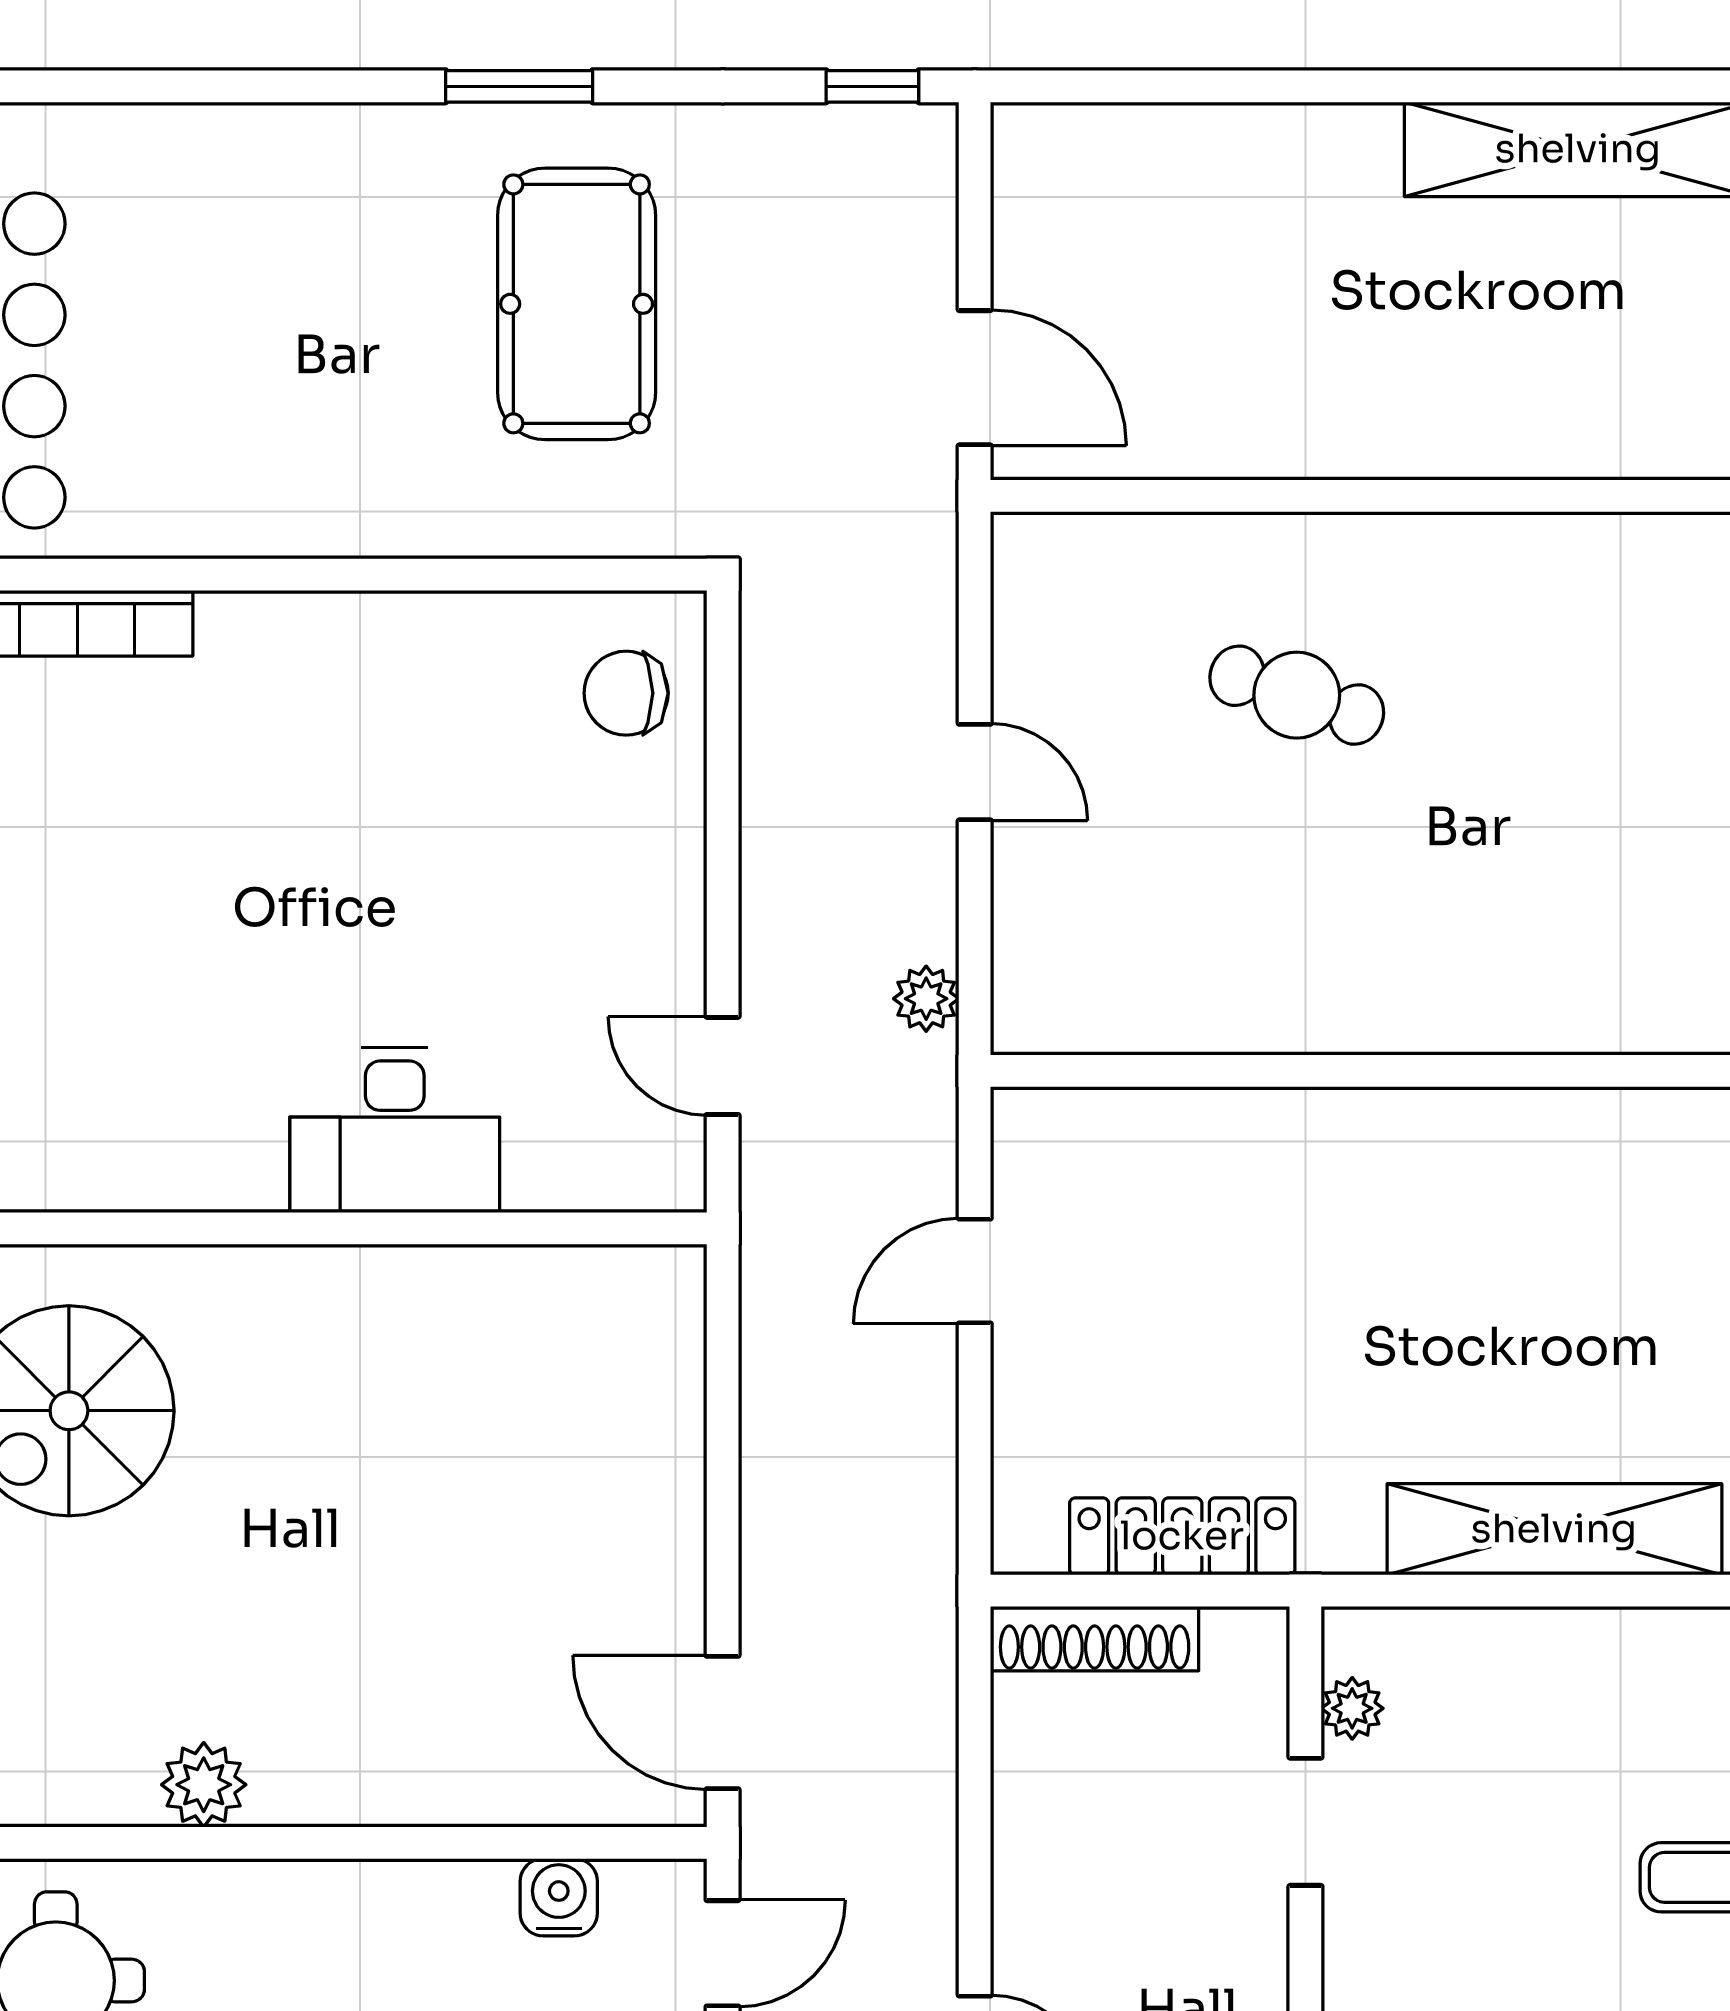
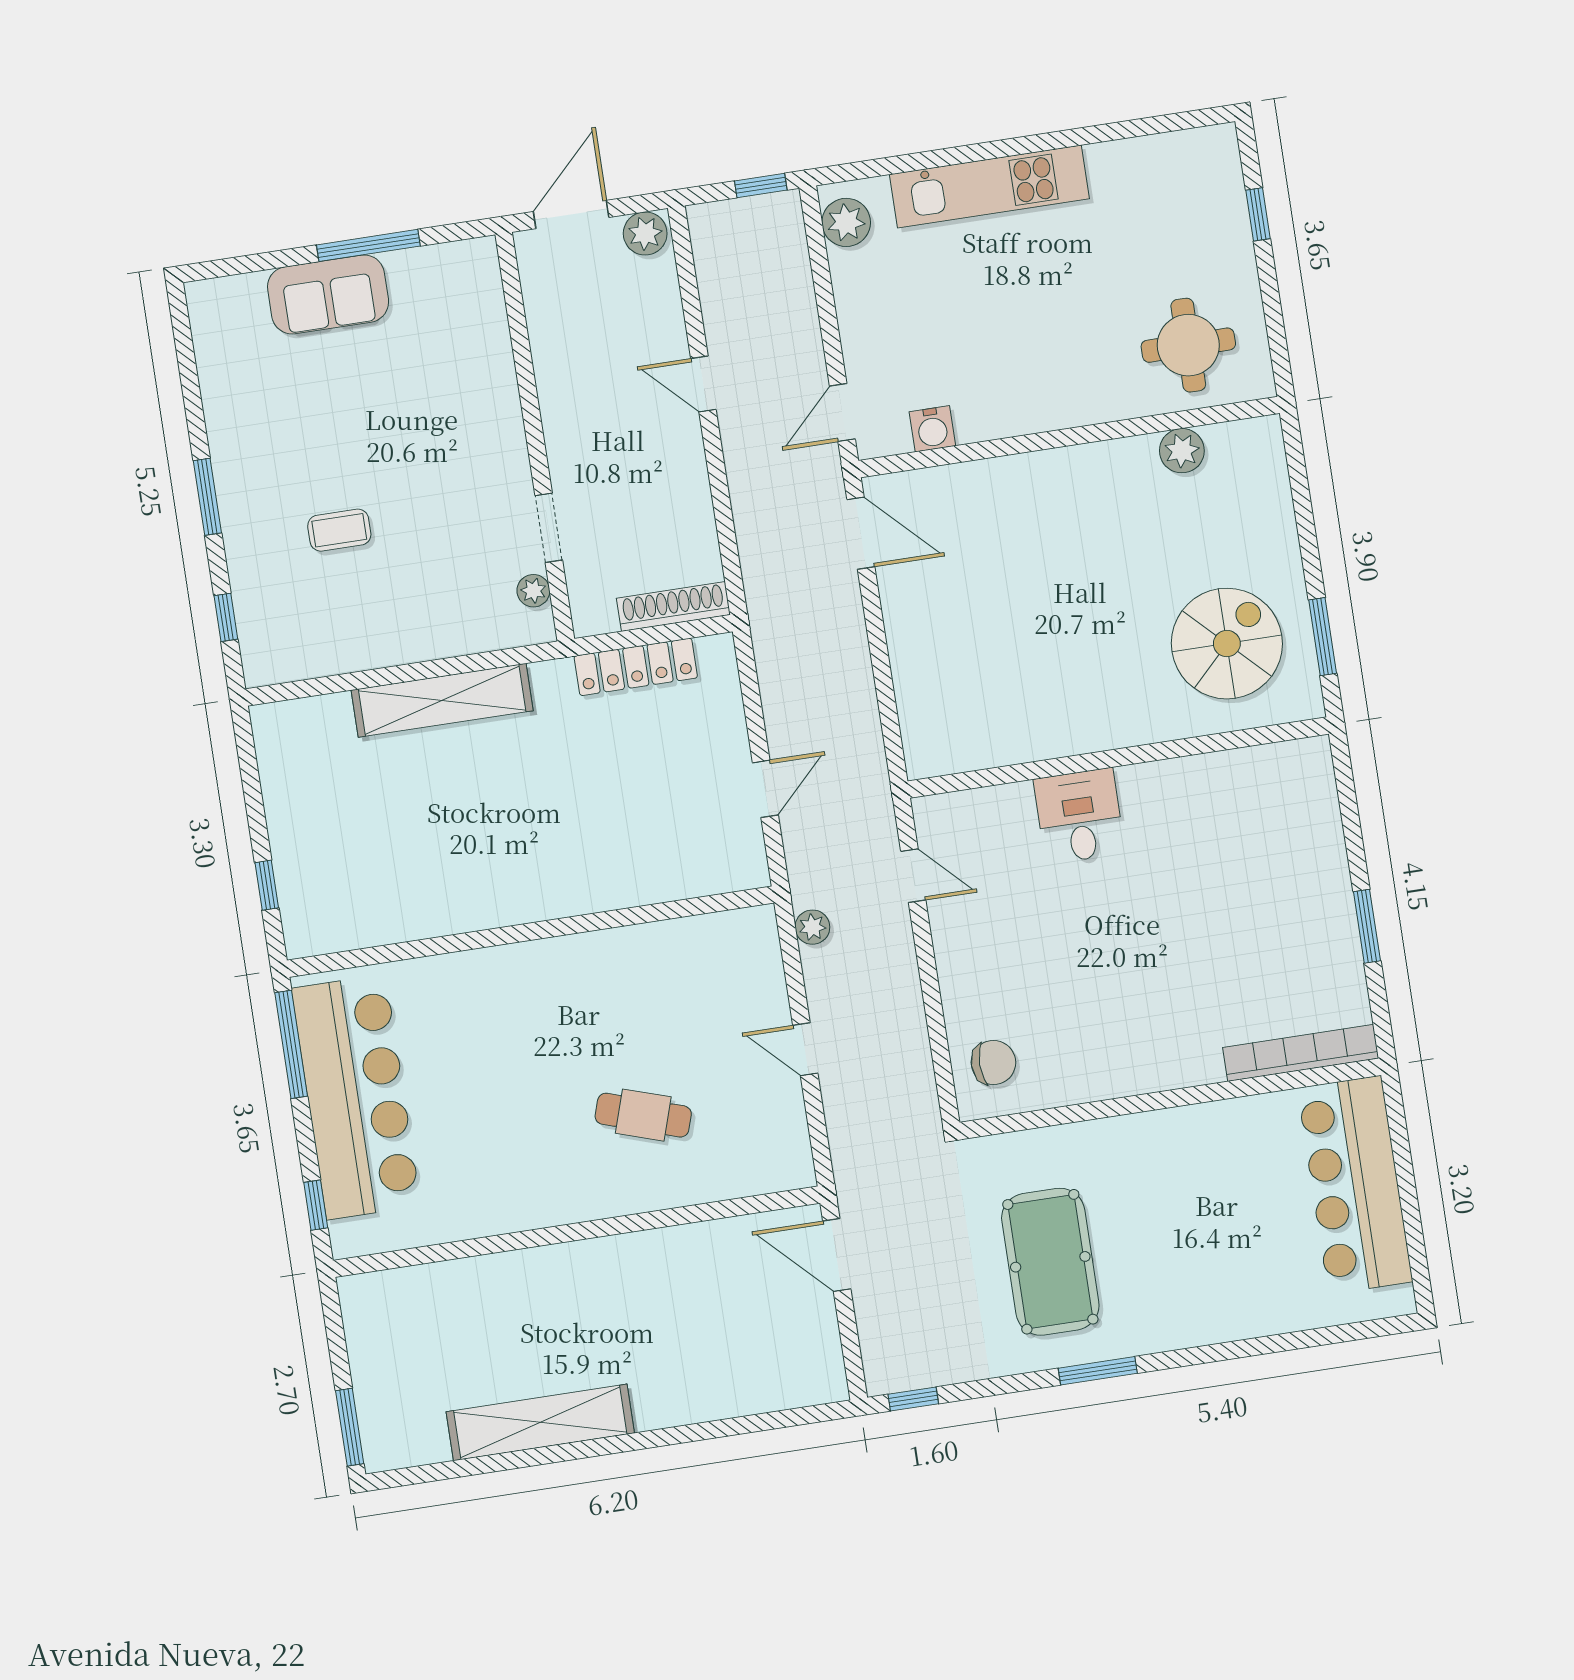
desk: (395, 1130) -> (1079, 816), width x0.73
plant: (204, 1785) -> (1182, 451), moved

